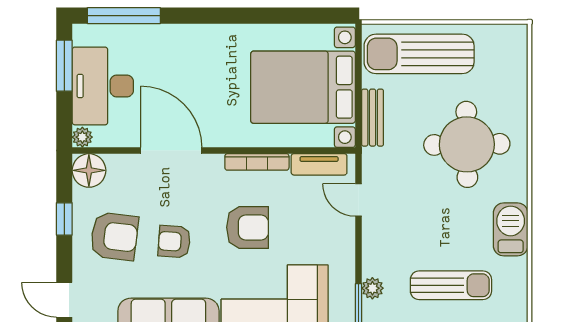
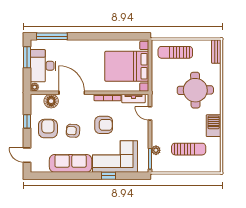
sun lounger: (419, 54) -> (175, 52), width x0.73, depth x0.75
bench: (373, 118) -> (216, 52), moved
floor lamp: (89, 170) -> (51, 101), moved
armchair: (114, 236) -> (48, 129), turned -97

